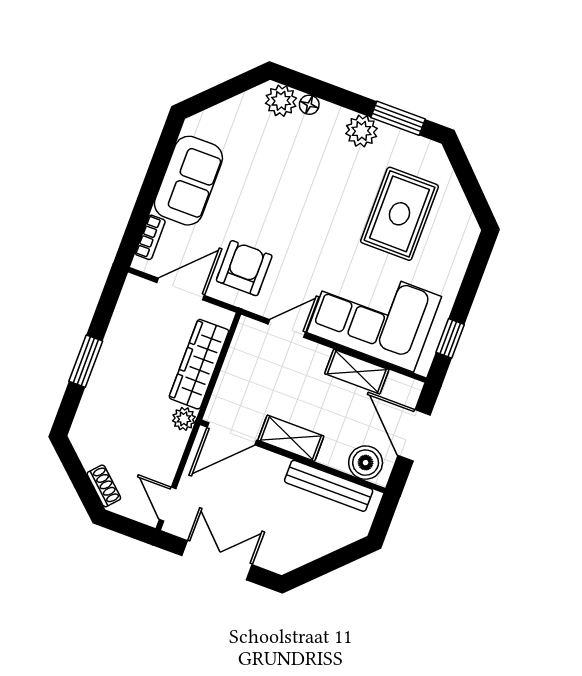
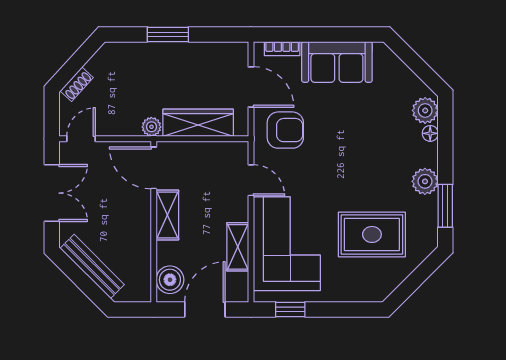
bench: (329, 486) -> (92, 266), moved, turned -45

